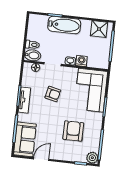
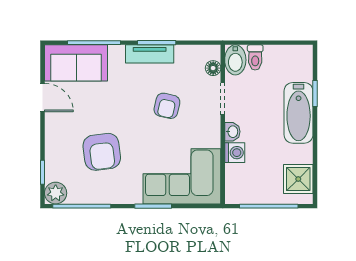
armchair: (73, 131) -> (102, 152), turned 83

